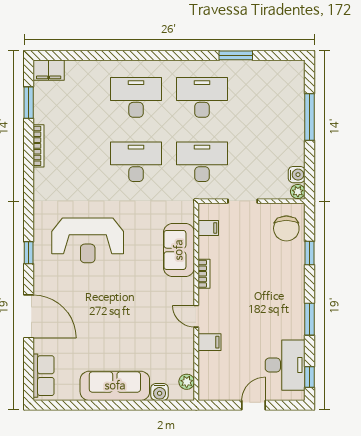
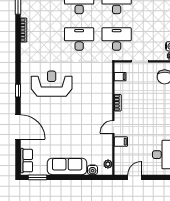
reception desk: (88, 240) -> (52, 84), turned 180
sofa: (179, 250) -> (104, 89), removed
door: (196, 316) -> (113, 127), hinge flipped
window: (63, 405) -> (37, 177), added
door: (253, 405) -> (135, 177), moved

